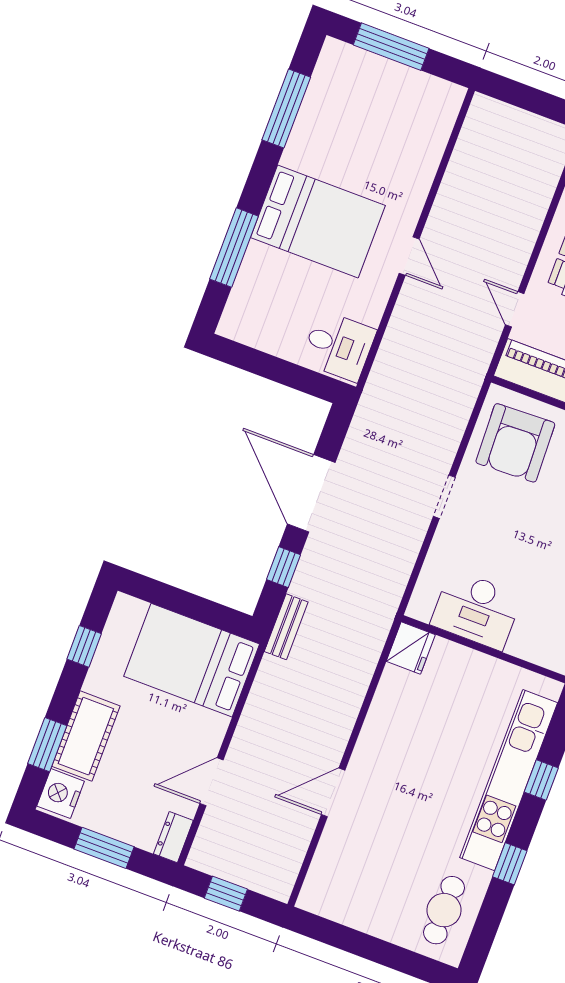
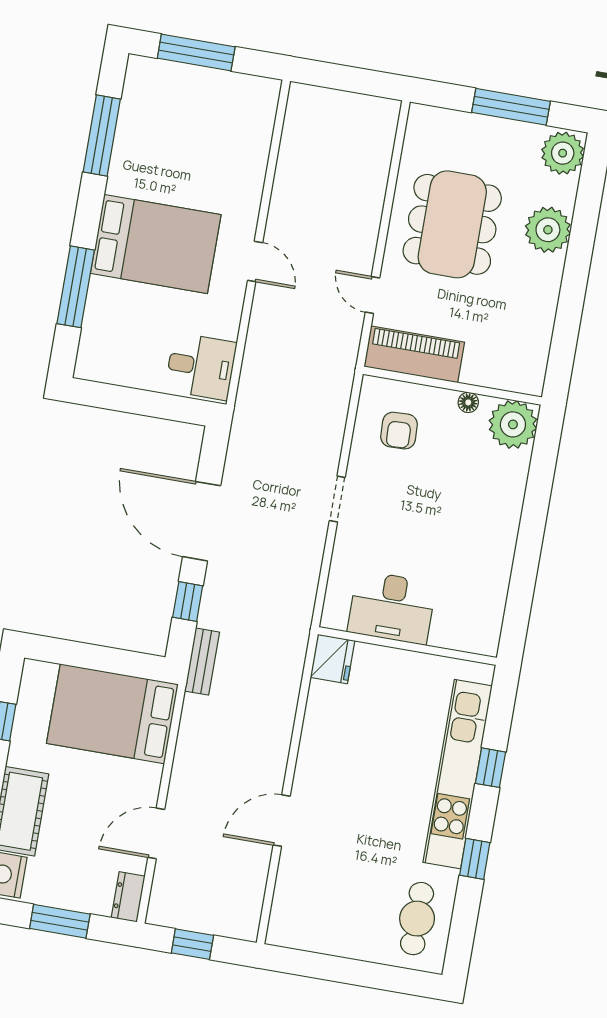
armchair: (515, 443) -> (399, 431), width x0.53, depth x0.53

